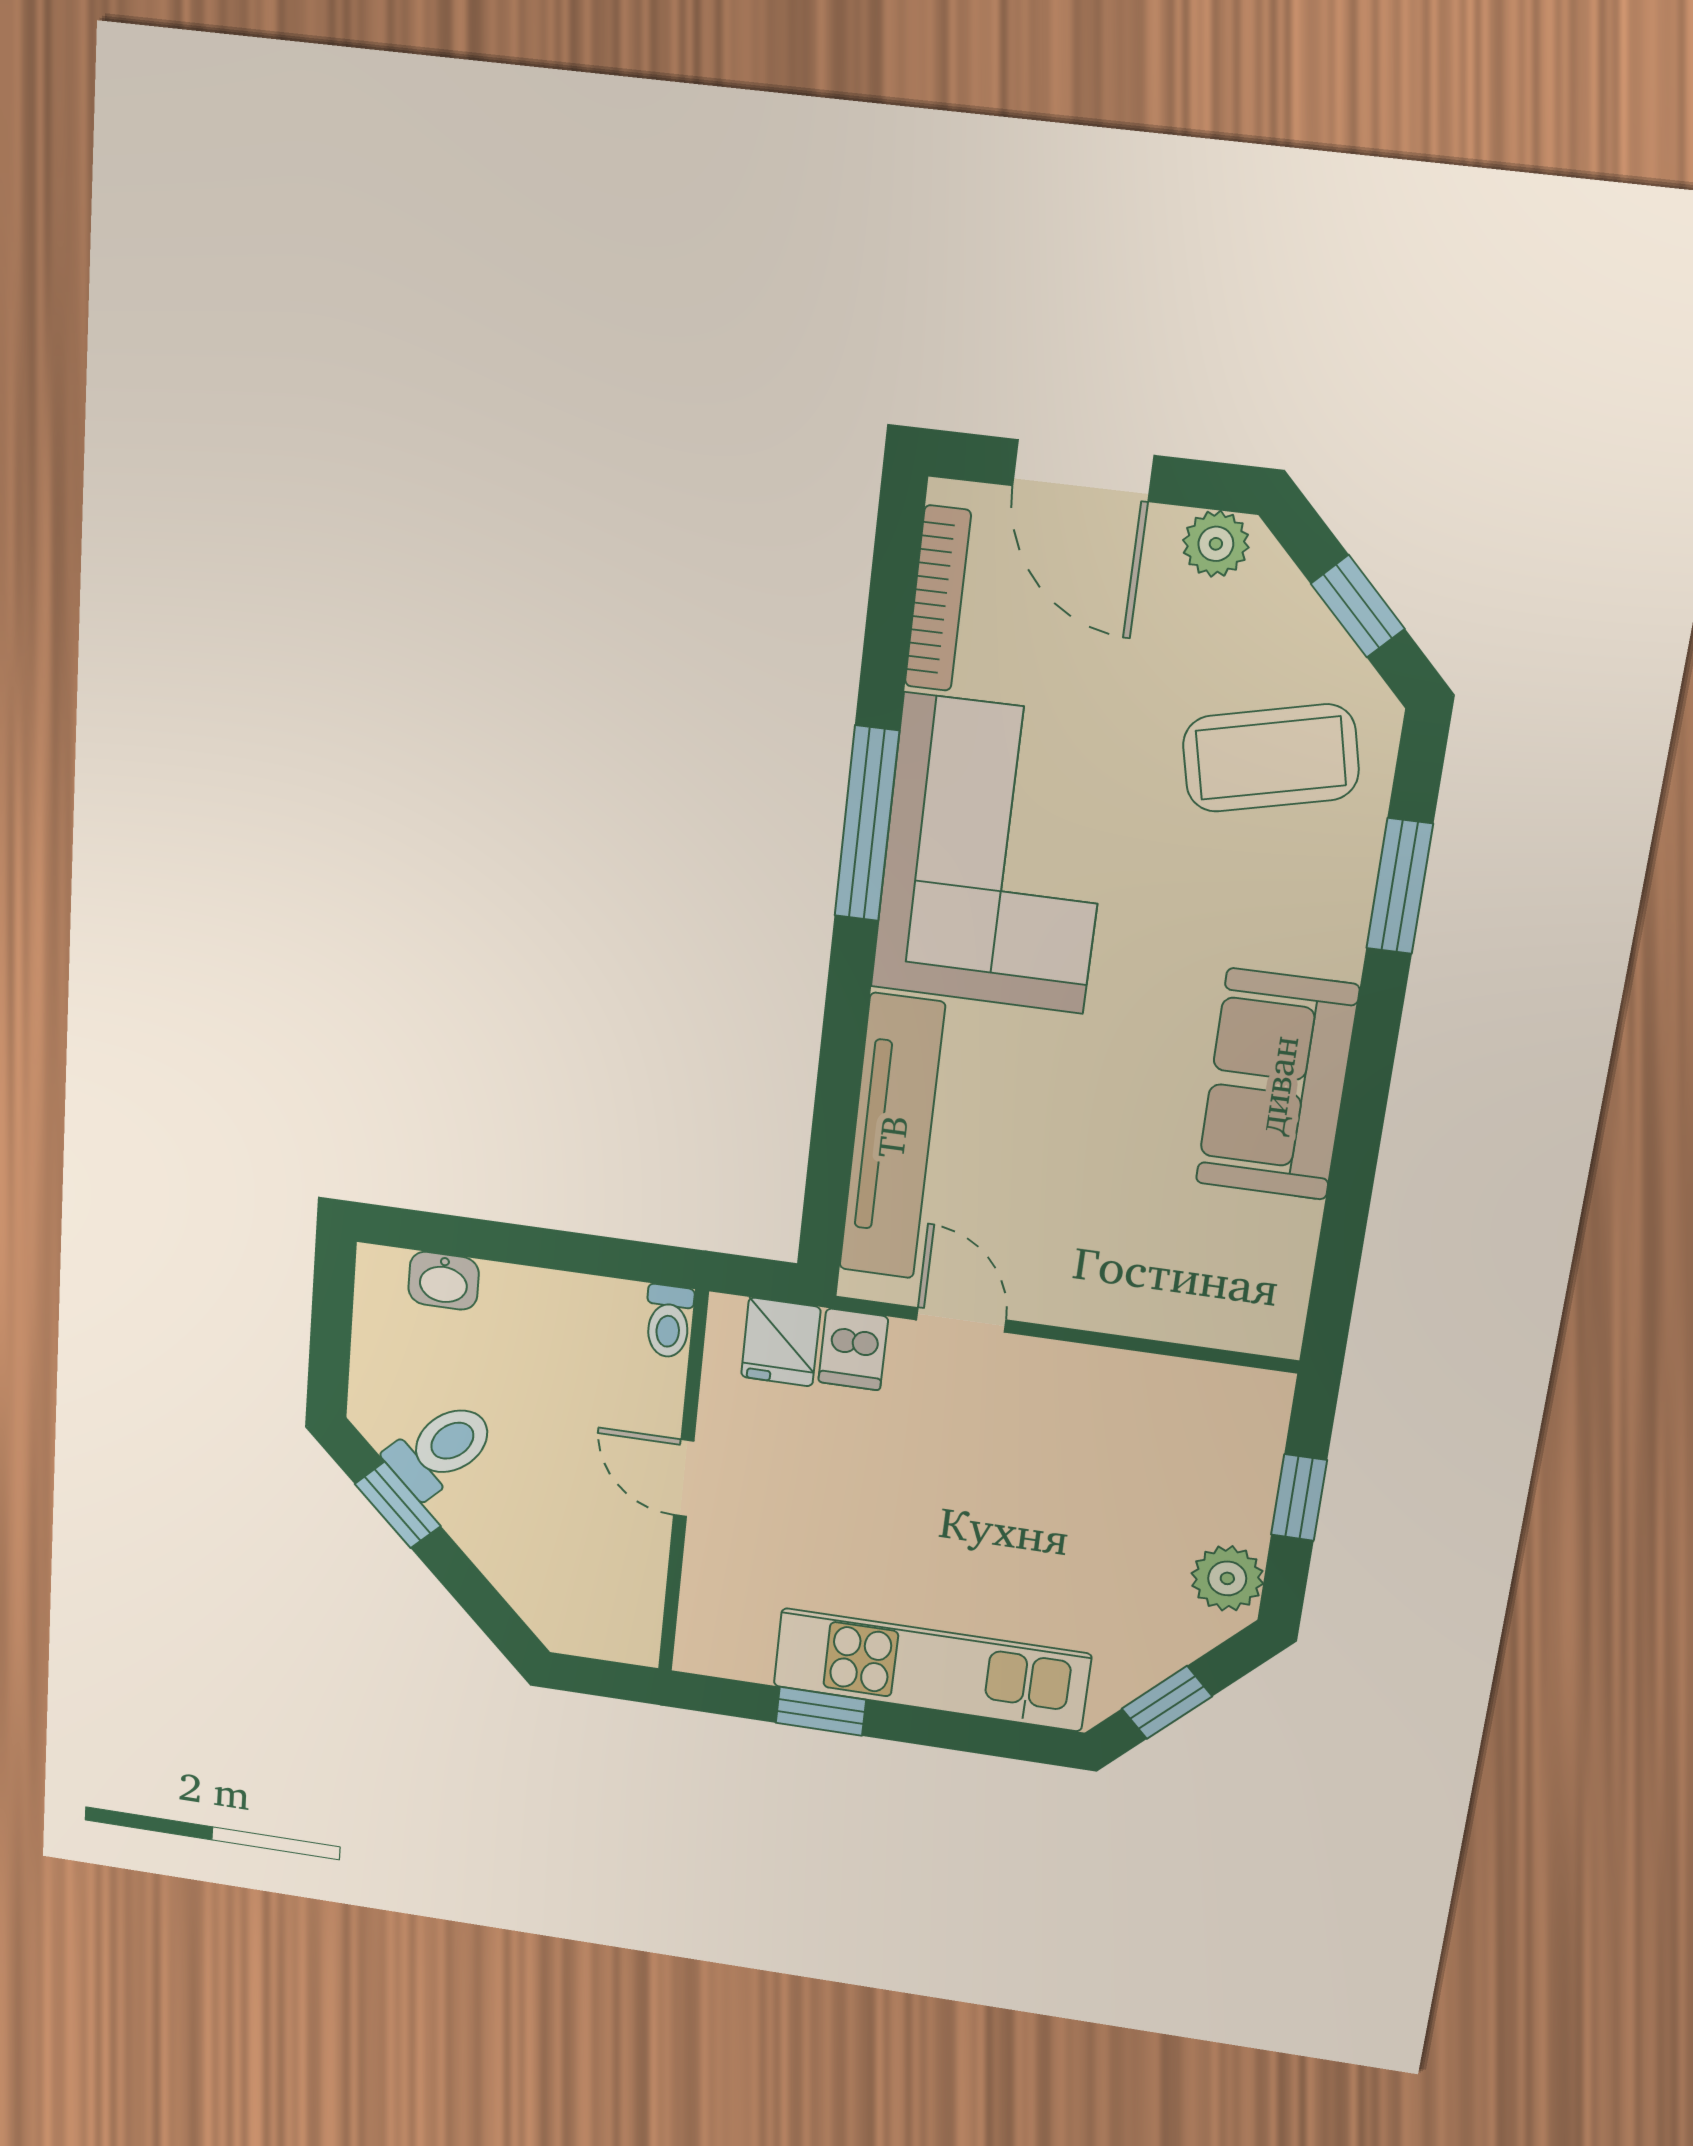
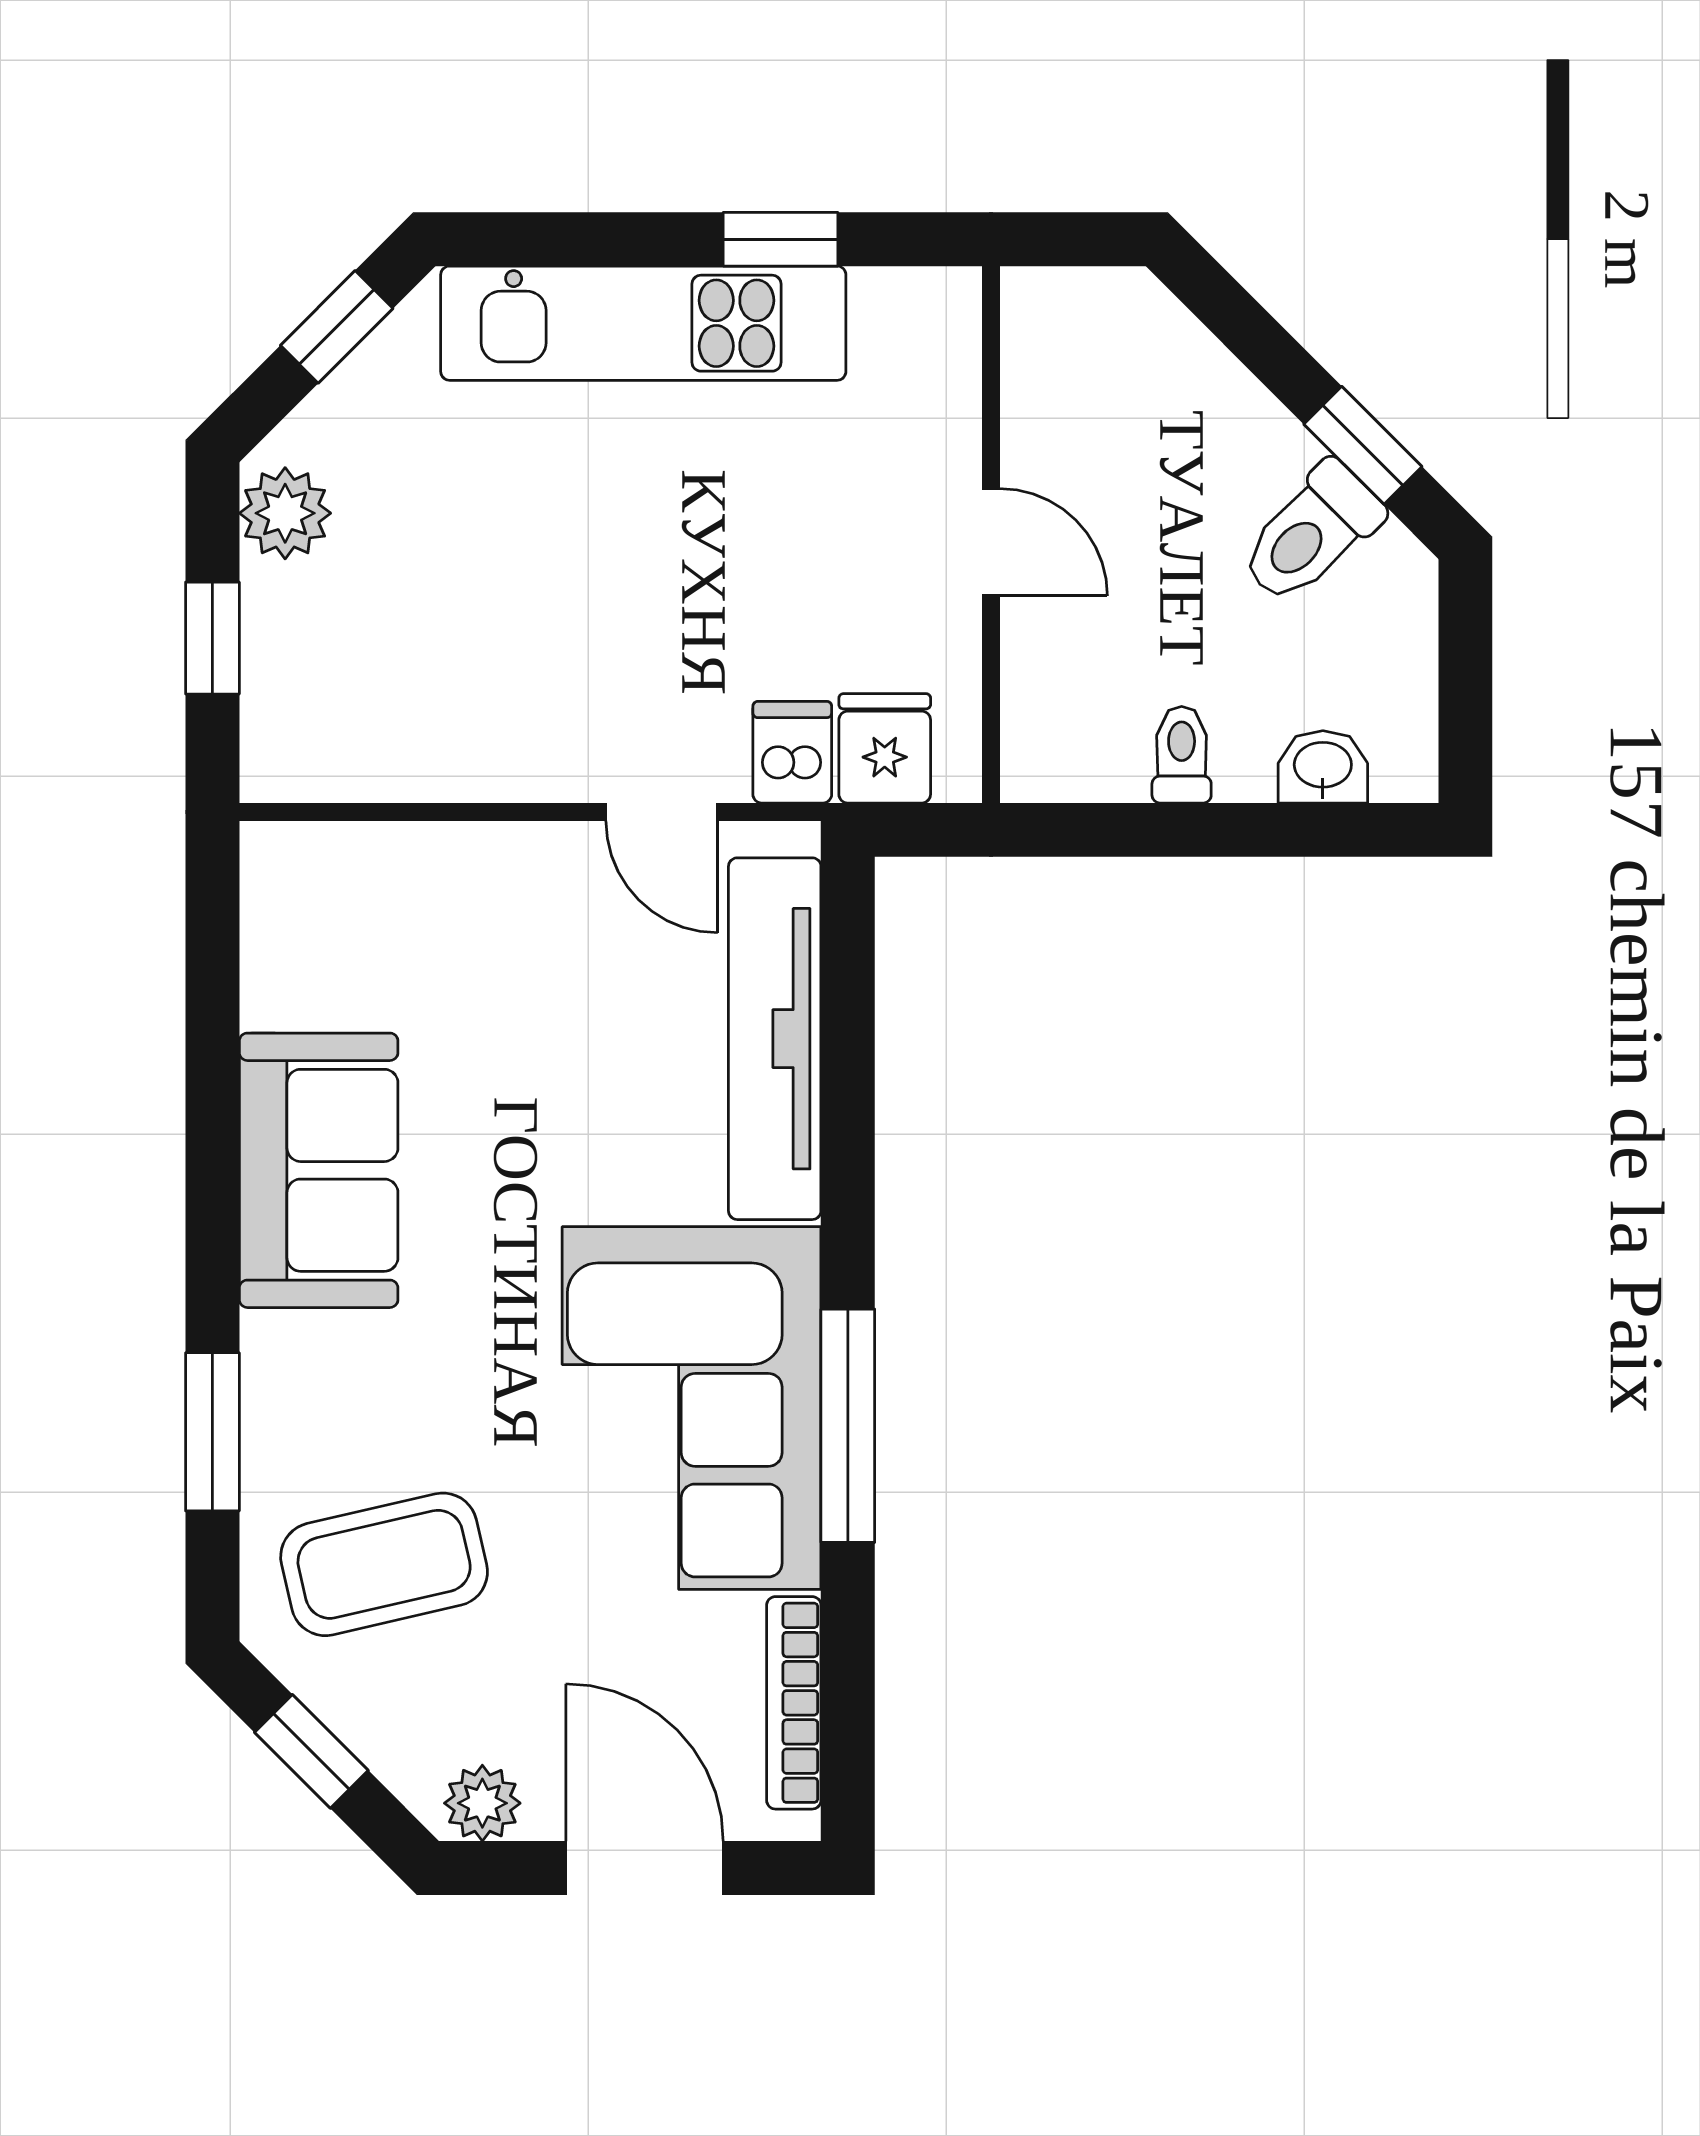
toilet: (669, 1321) -> (1182, 755), moved

